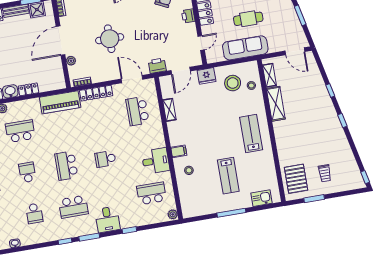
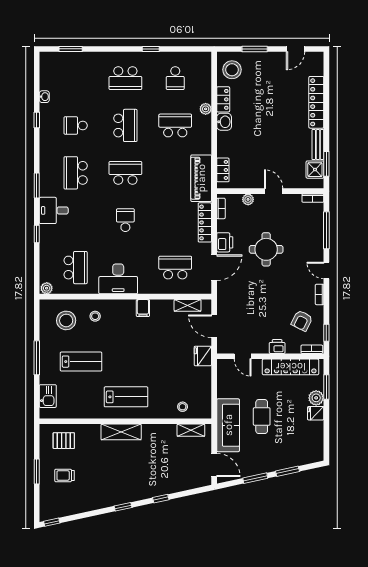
door: (61, 41) -> (274, 191), width x0.53
sofa: (245, 48) -> (228, 425), moved
door: (295, 51) -> (214, 465), swing flipped
printer: (157, 66) -> (225, 242), moved
stool: (233, 83) -> (66, 320), moved
locker: (28, 89) -> (223, 170), moved
shelving: (276, 104) -> (121, 432), moved
shelving: (169, 110) -> (188, 305), moved
school desk: (20, 131) -> (175, 125), turned -90
filing cabinet: (179, 151) -> (143, 308), moved
desk: (156, 161) -> (118, 279), width x1.37
school desk: (27, 172) -> (125, 125), width x1.85
lab bench: (228, 176) -> (81, 362), turned 180
pallet: (296, 179) -> (64, 441), width x0.67, depth x0.71
window: (314, 199) -> (37, 472), moved
window: (65, 241) -> (37, 120), moved

